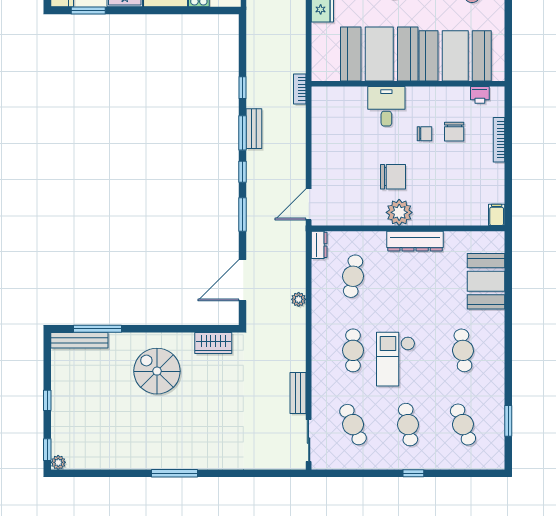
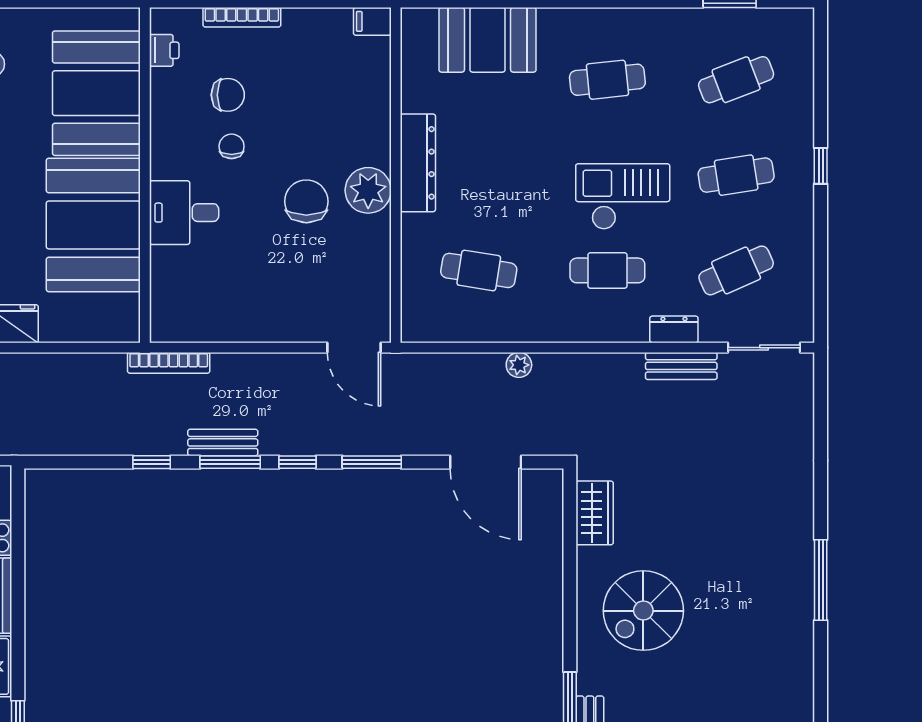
bookcase: (300, 89) -> (169, 363), width x1.56
dresser: (319, 245) -> (674, 329), moved
checkout: (396, 359) -> (623, 196), turned 180

